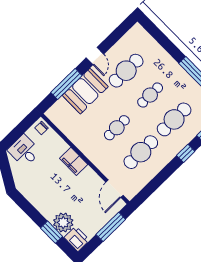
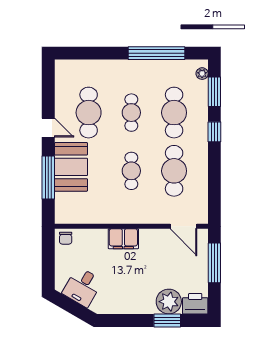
desk: (24, 151) -> (82, 287), moved, turned -60

